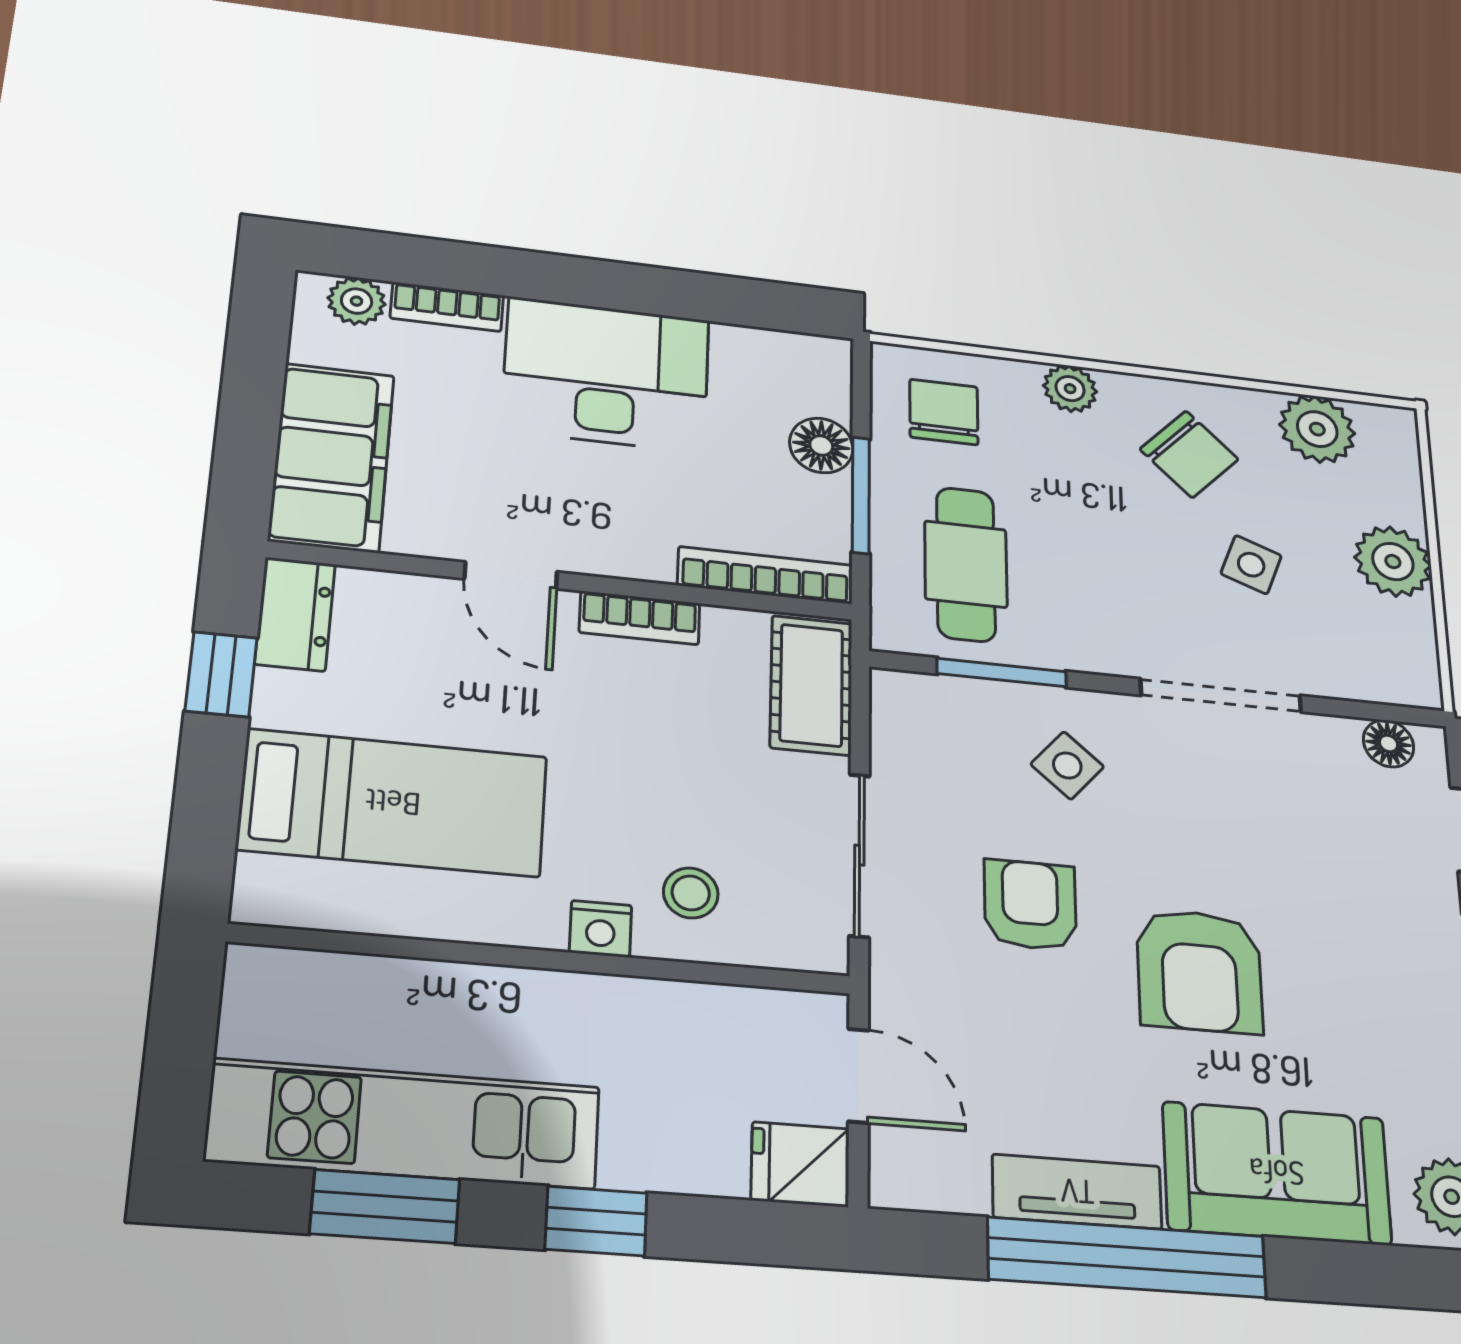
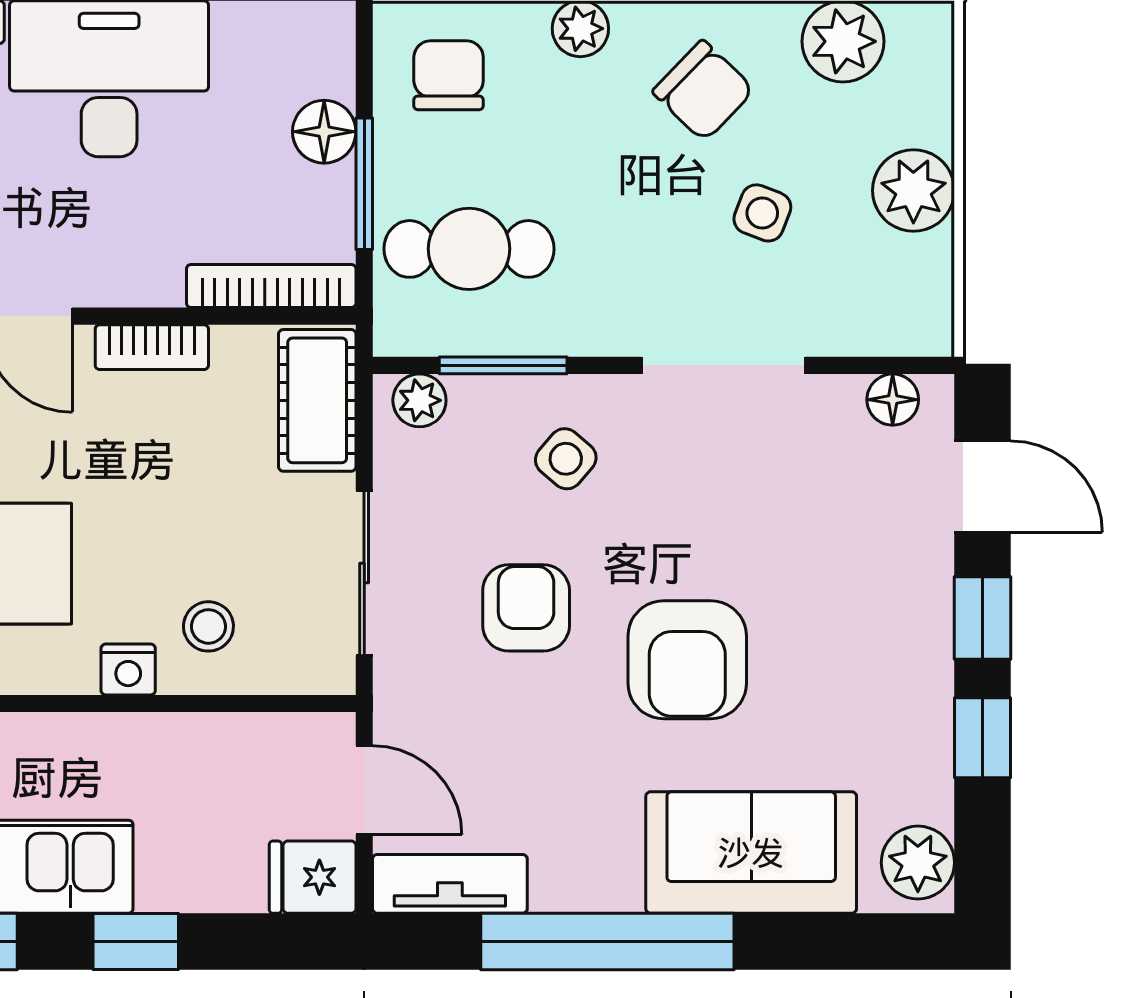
cafe table: (966, 564) -> (469, 249), turned 90
plant: (917, 696) -> (419, 400), added
tv unit: (1077, 1192) -> (450, 884), moved

